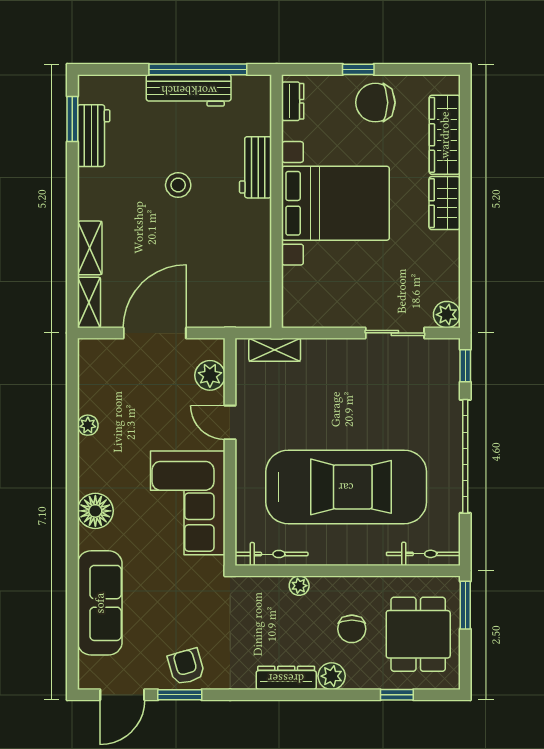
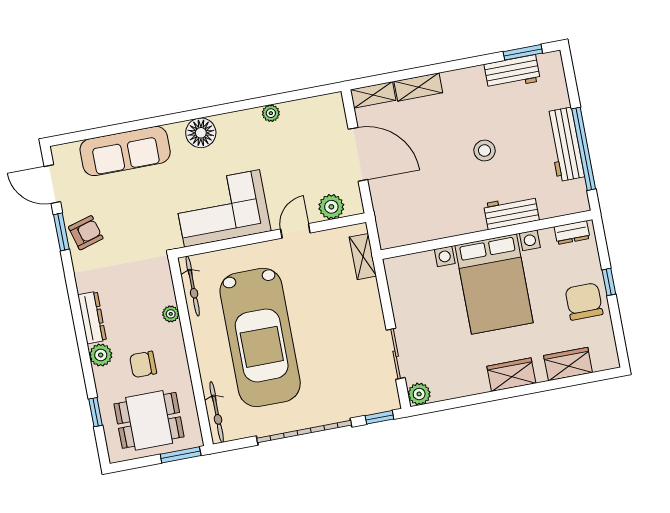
wardrobe: (445, 135) -> (568, 364), width x0.67

